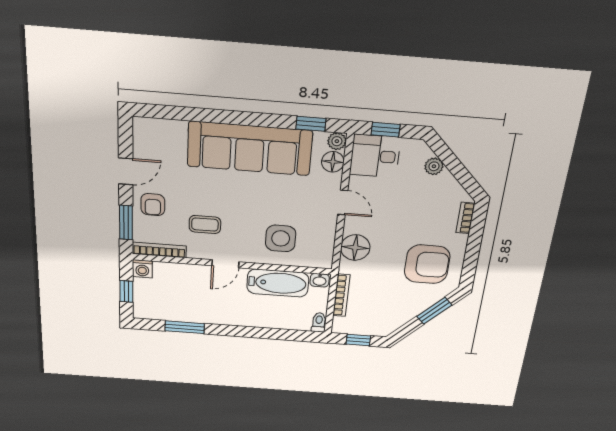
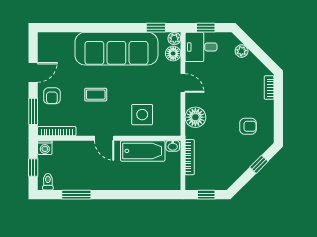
coffee table: (205, 225) -> (96, 95), moved
door: (225, 264) -> (104, 138), hinge flipped
armchair: (427, 264) -> (248, 126), width x0.53, depth x0.53
window: (434, 311) -> (259, 164), width x0.67
toilet: (319, 322) -> (48, 182), moved

